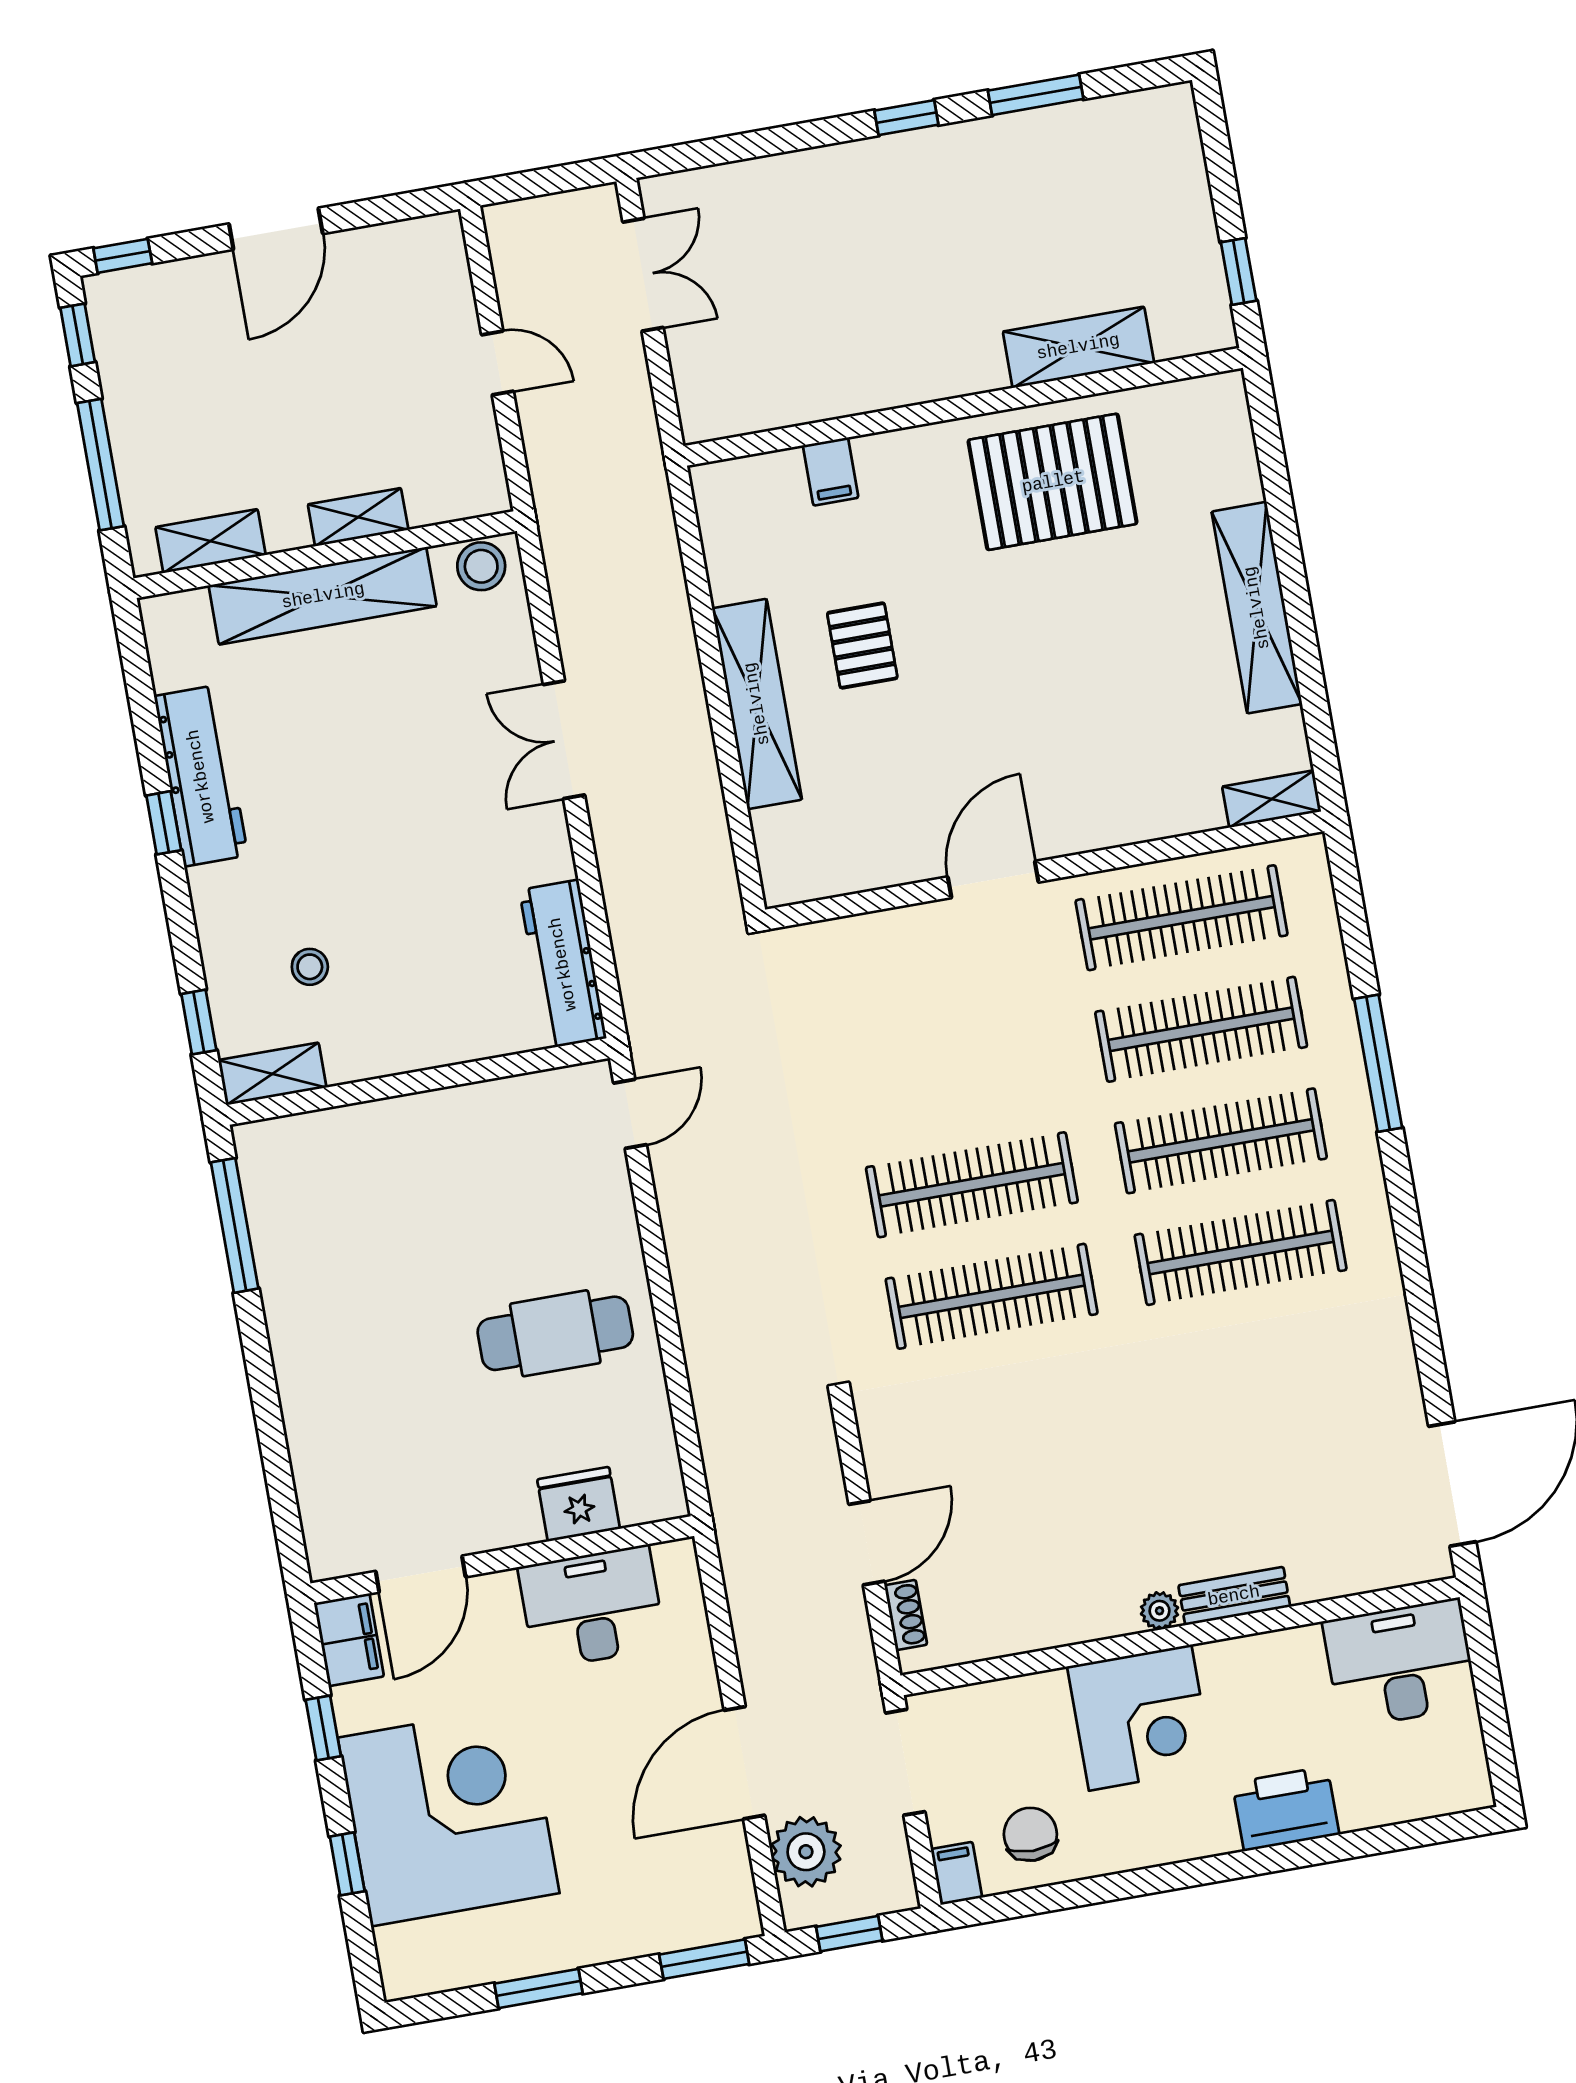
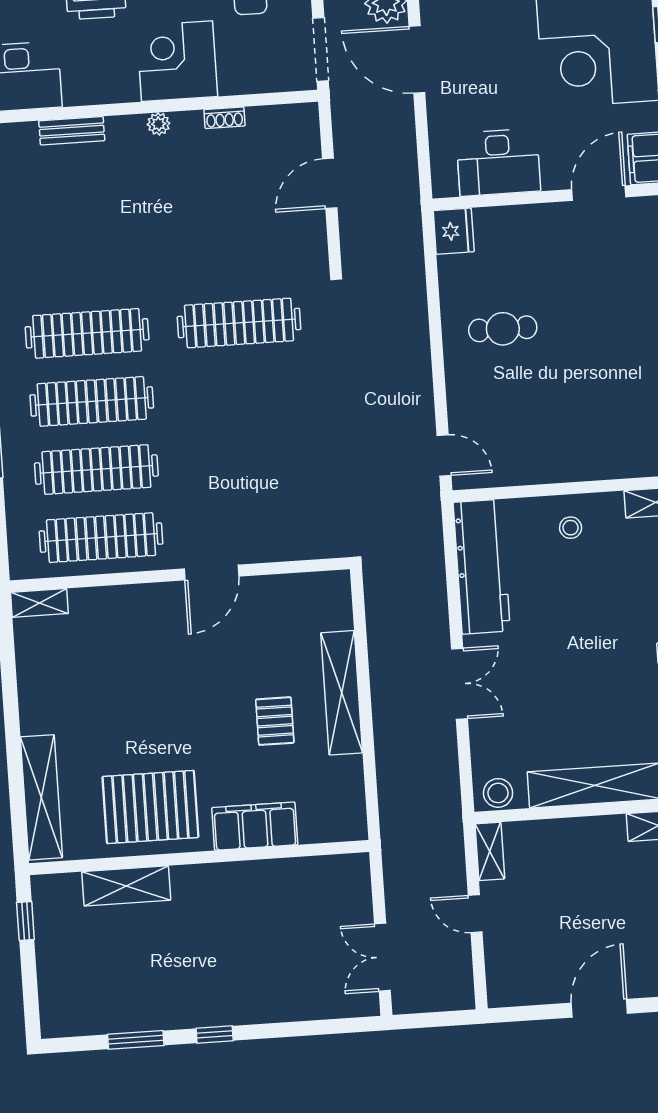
filing cabinet: (831, 472) -> (255, 826), width x3.00, depth x1.17
shelving: (358, 517) -> (490, 851), moved, turned 90
shelving: (1257, 608) -> (41, 797), moved
workbench: (563, 964) -> (482, 567), width x1.36, depth x1.32
stool: (310, 967) -> (571, 528), moved
door: (630, 1114) -> (444, 455), swing flipped
clothes rail: (972, 1185) -> (244, 391), removed
cafe table: (555, 1333) -> (503, 329), width x0.73, depth x0.74
fridge: (579, 1504) -> (454, 231), moved, turned -90
bench: (1234, 1596) -> (72, 131), moved
shoe rack: (906, 1615) -> (224, 118), moved, turned -90
door: (744, 1763) -> (417, 59), swing flipped

